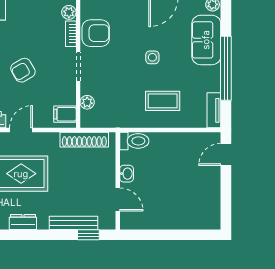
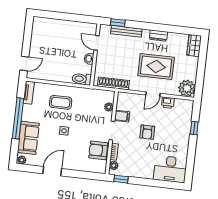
armchair: (23, 70) -> (147, 132), turned 120
filing cabinet: (65, 114) -> (122, 116), moved

